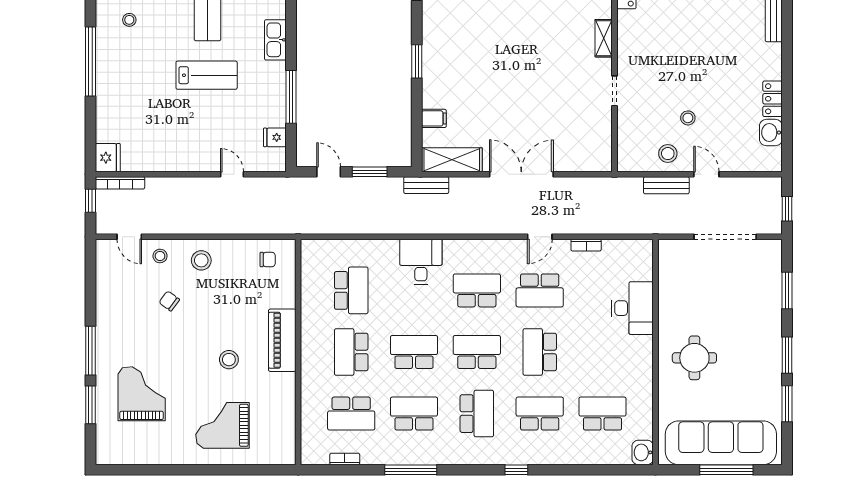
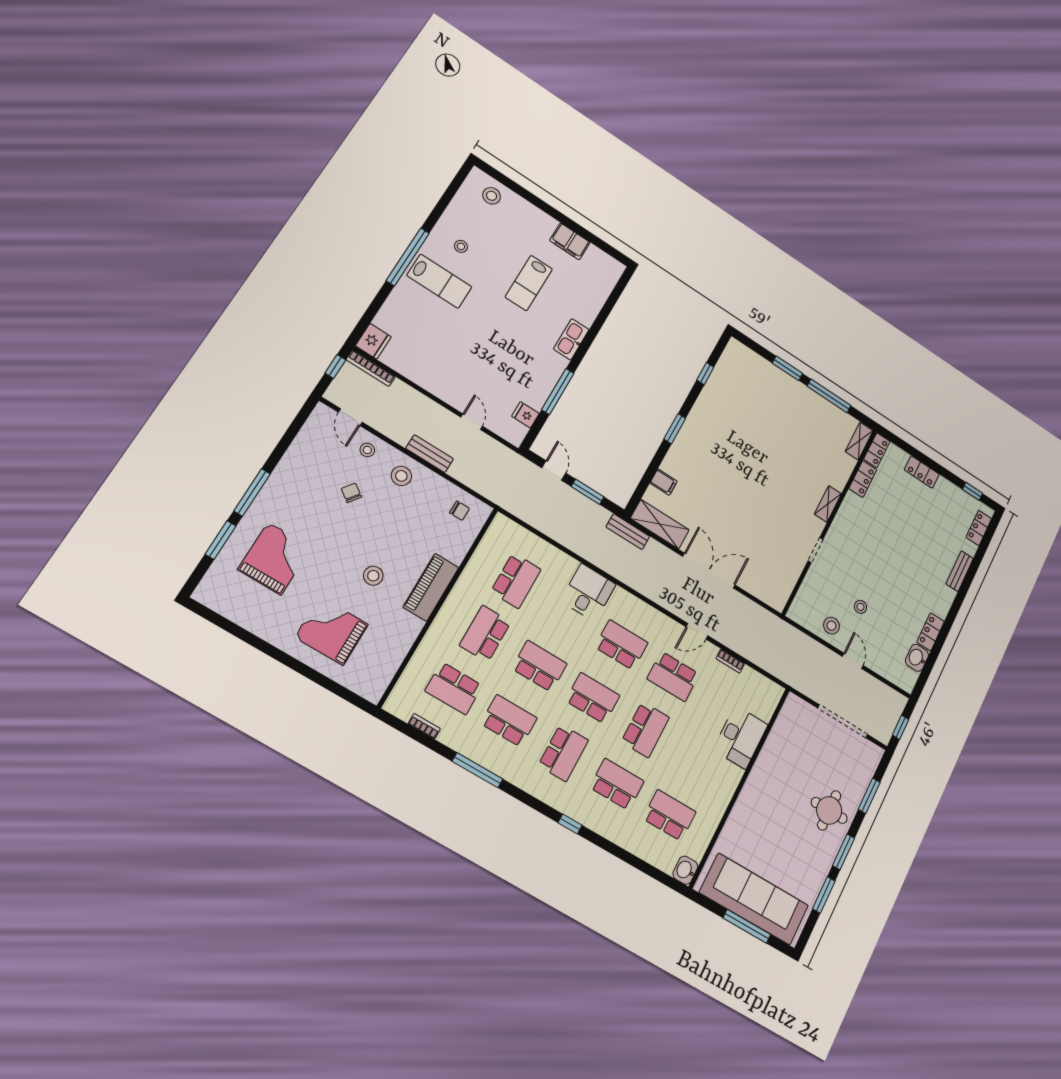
lab bench: (207, 75) -> (439, 281), moved
bench: (666, 185) -> (430, 454), moved
school desk: (540, 352) -> (645, 730), turned 180
round table: (694, 358) -> (829, 810), moved

